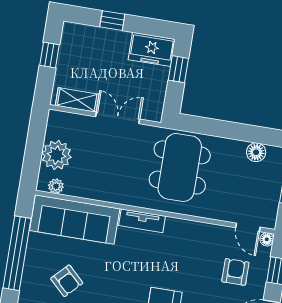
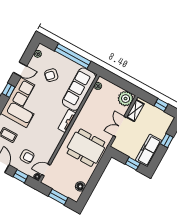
freezer: (152, 49) -> (149, 150), width x1.40
double door: (118, 118) -> (120, 127), swing flipped
plant: (56, 155) -> (126, 99), moved

